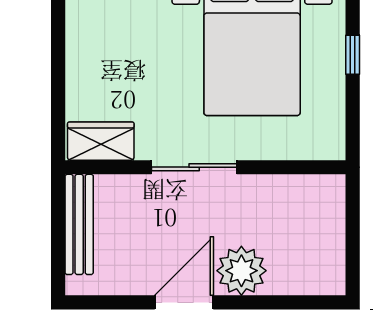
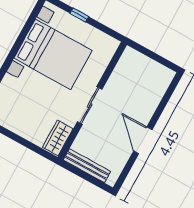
plant: (241, 271) -> (143, 110), removed

